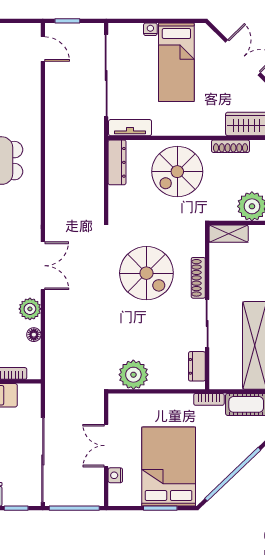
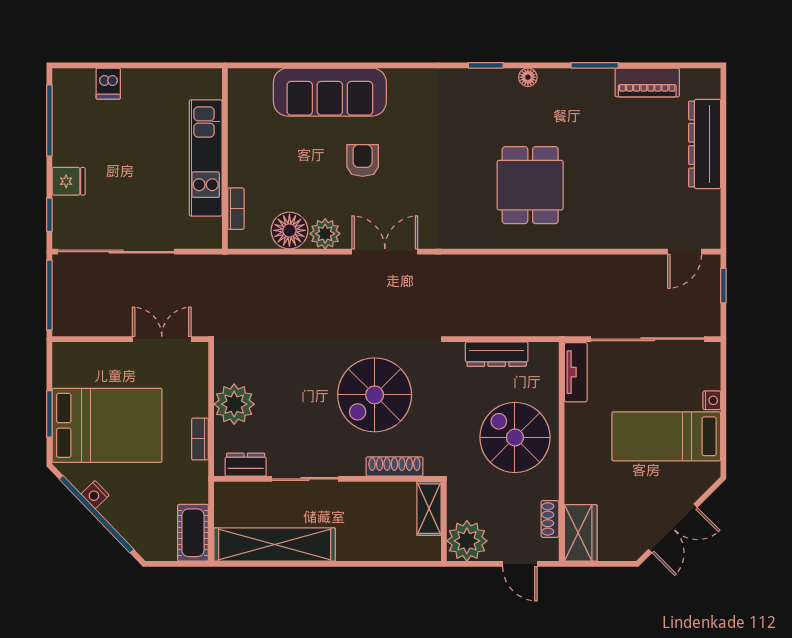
shoe rack: (230, 146) -> (550, 519), width x0.70
dresser: (117, 162) -> (497, 354), moved
double door: (43, 266) -> (385, 252), swing flipped
shoe rack: (198, 278) -> (394, 467), moved
floor lamp: (34, 335) -> (289, 230), width x1.89, depth x1.89
plant: (133, 375) -> (234, 404), moved
bookcase: (209, 399) -> (200, 439), moved
double door: (106, 446) -> (162, 339), moved
nightstand: (115, 475) -> (95, 495), moved, turned -134

